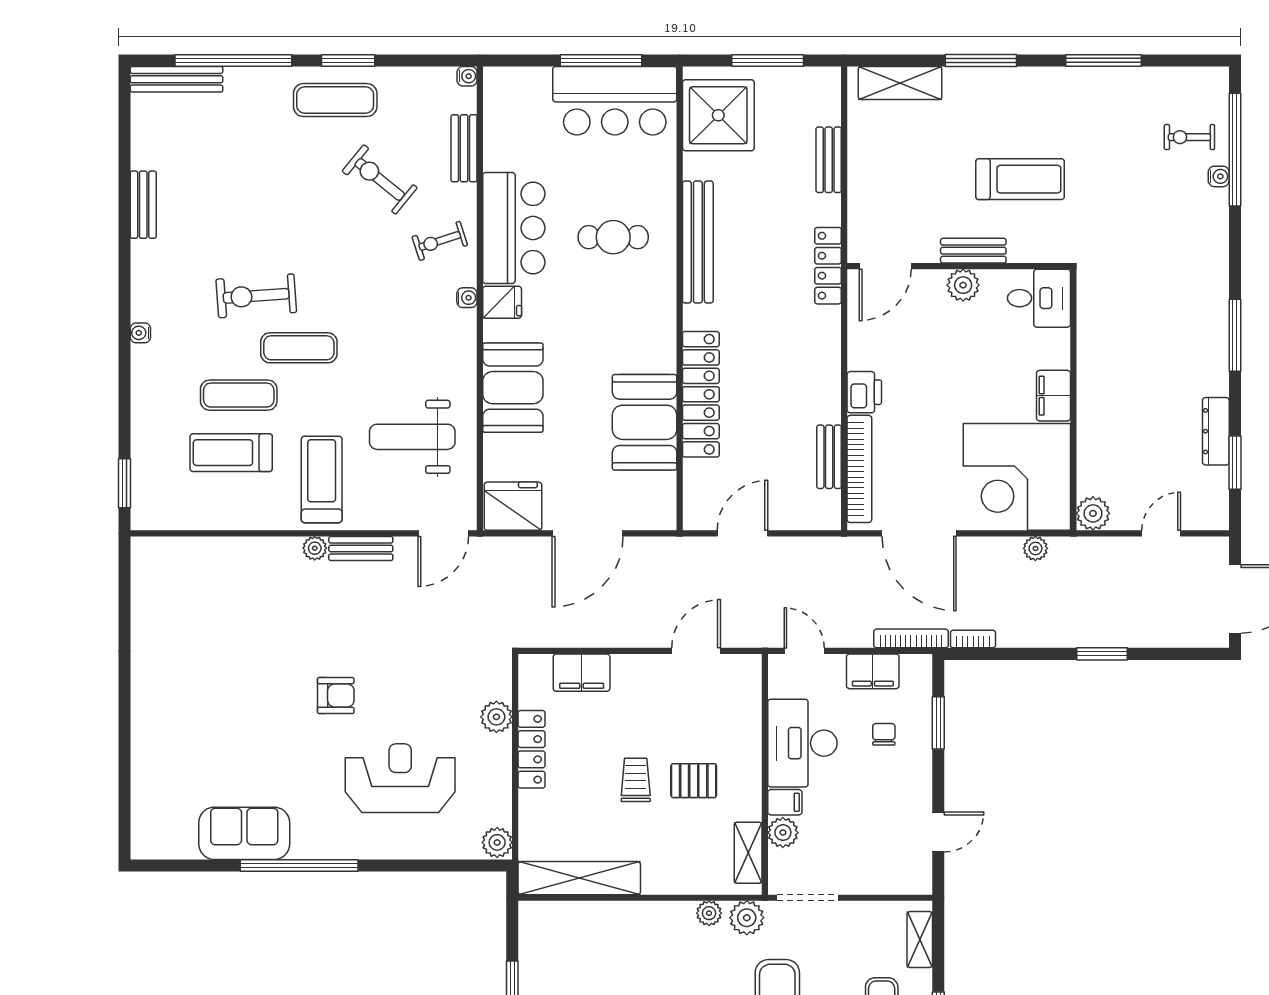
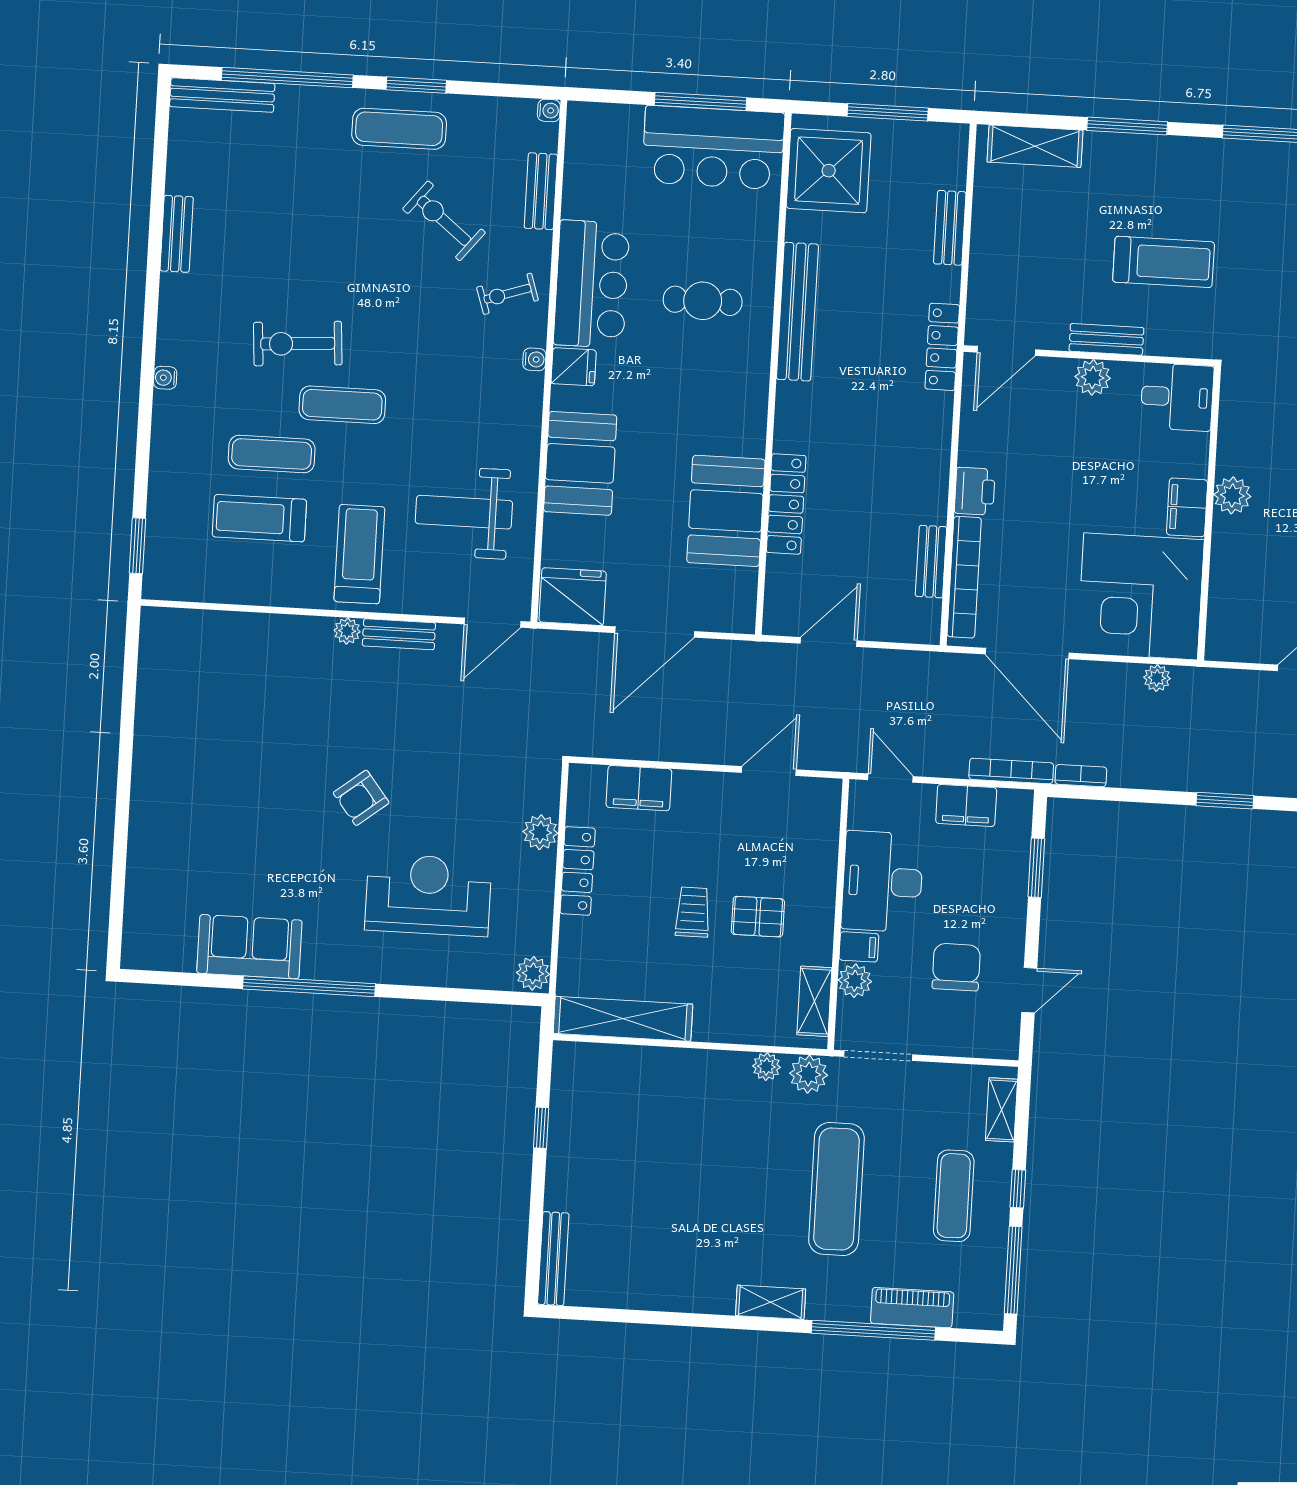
locker: (701, 394) -> (786, 504), width x0.71, depth x0.83
plant: (1093, 513) -> (1232, 495), moved
armchair: (336, 695) -> (361, 798), turned 142
chair: (884, 734) -> (956, 967), moved, width x1.87, depth x1.87

